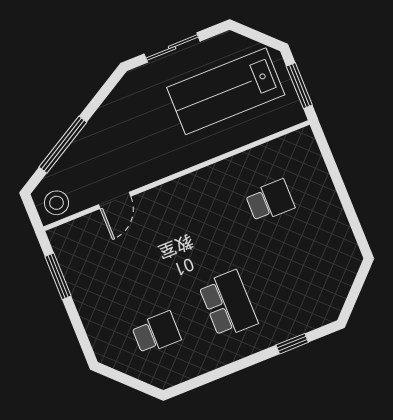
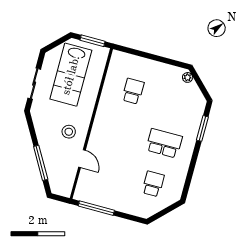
stool: (56, 203) -> (69, 132), moved
plant: (350, 266) -> (188, 77), added
window: (58, 276) -> (96, 208), width x1.44
window: (292, 344) -> (202, 128), width x1.50

